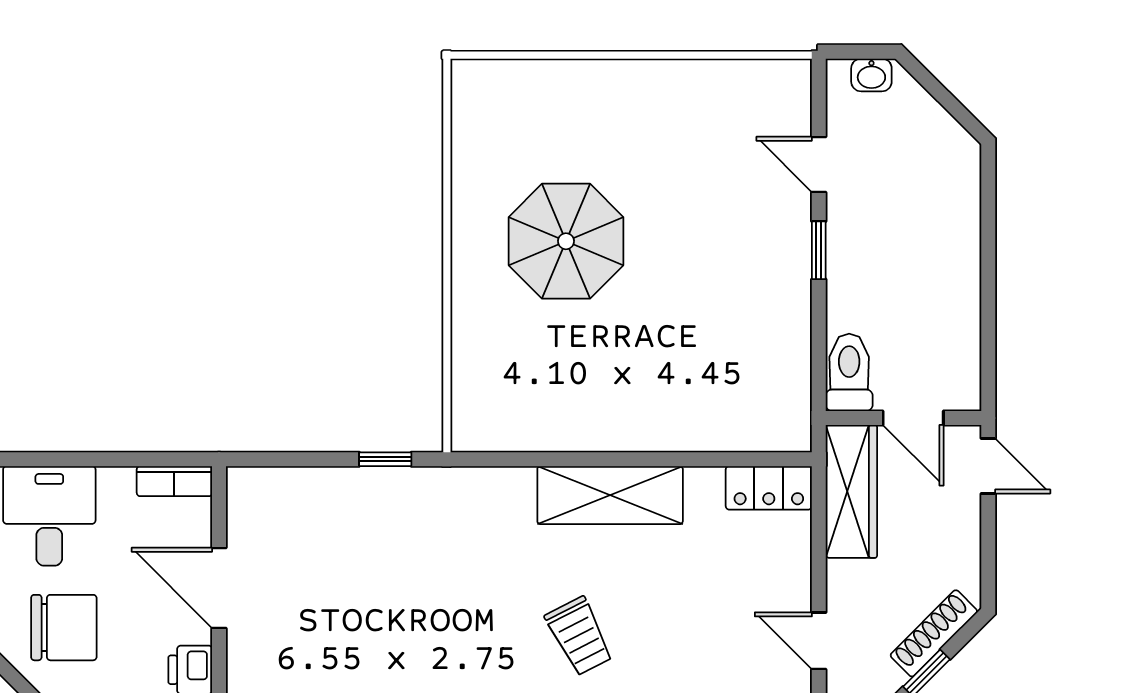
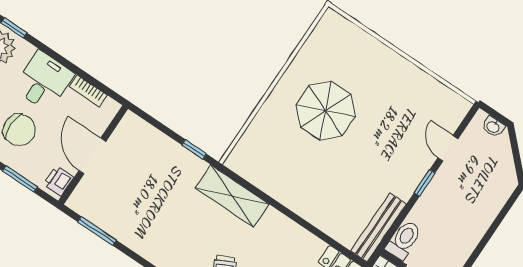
bench: (792, 380) -> (379, 227), added
bookcase: (174, 481) -> (88, 91), moved
shelving: (610, 495) -> (232, 196), moved

